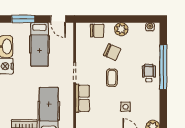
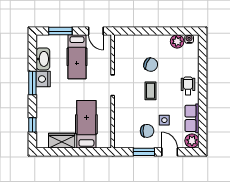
plant: (121, 29) -> (177, 41), moved
chair: (97, 31) -> (147, 131), moved
window: (163, 67) -> (203, 80), removed
row of seats: (83, 98) -> (192, 118), moved, turned 180

